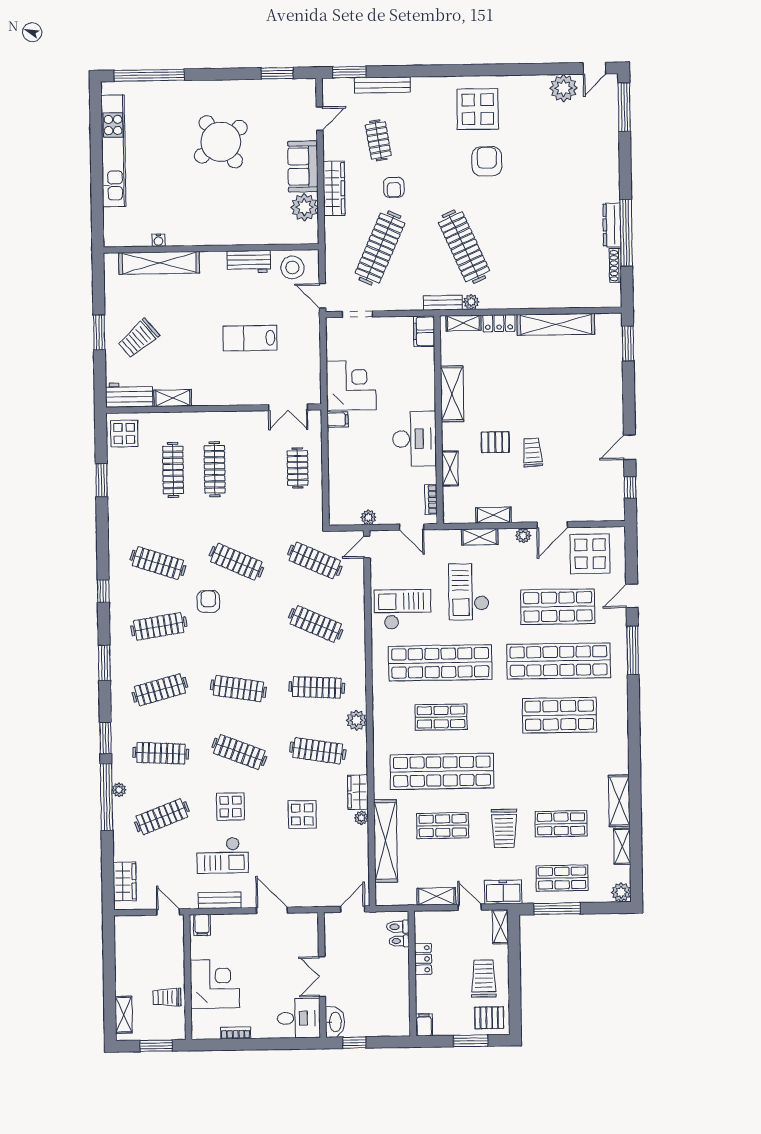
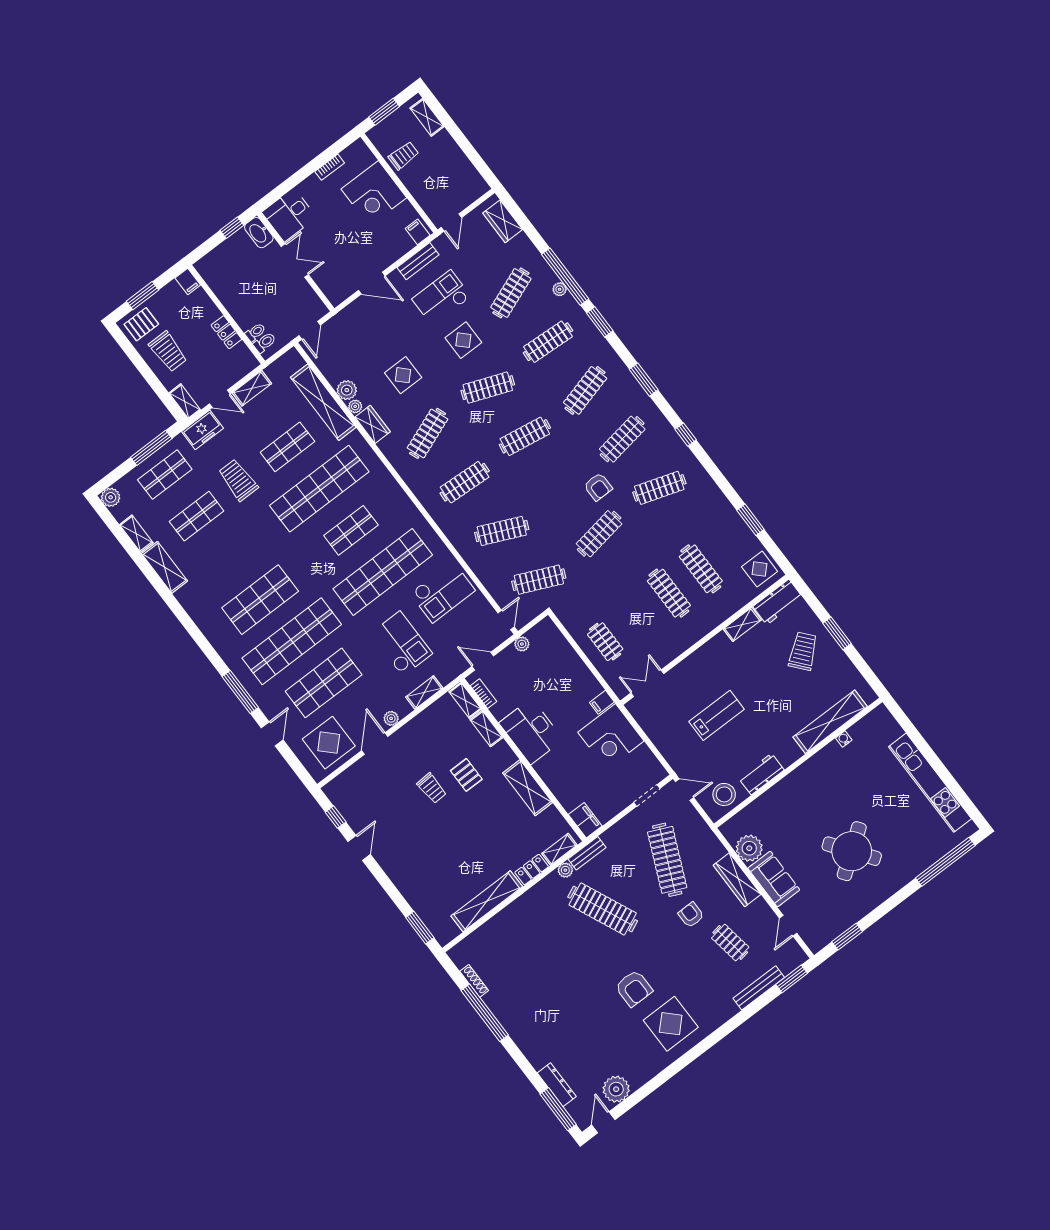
dresser: (612, 225) -> (557, 1085), moved
pallet: (495, 442) -> (466, 775), turned 90
shelving: (494, 515) -> (465, 700), moved, turned 90
clothes rail: (236, 562) -> (599, 534), turned -33
plant: (357, 720) -> (347, 390), moved
clothes rail: (318, 751) -> (427, 433), turned -30
door: (168, 912) -> (451, 223), hinge flipped

